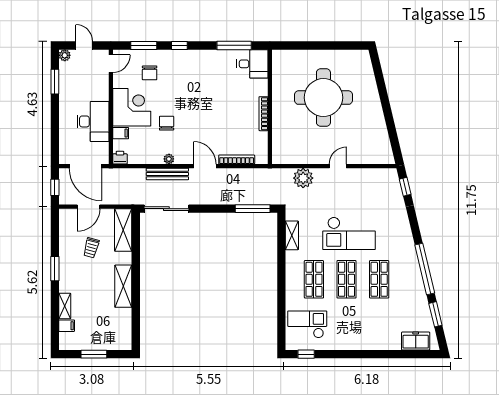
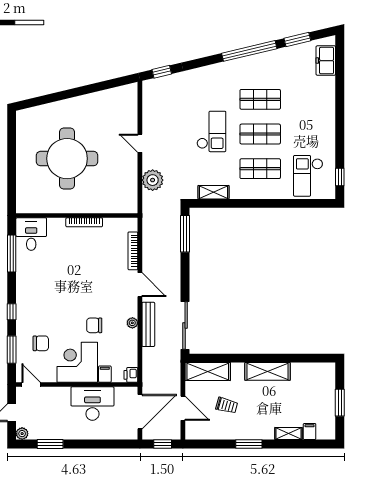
door: (205, 166) -> (140, 285), swing flipped
checkout: (349, 233) -> (211, 131), width x0.73, depth x0.83

